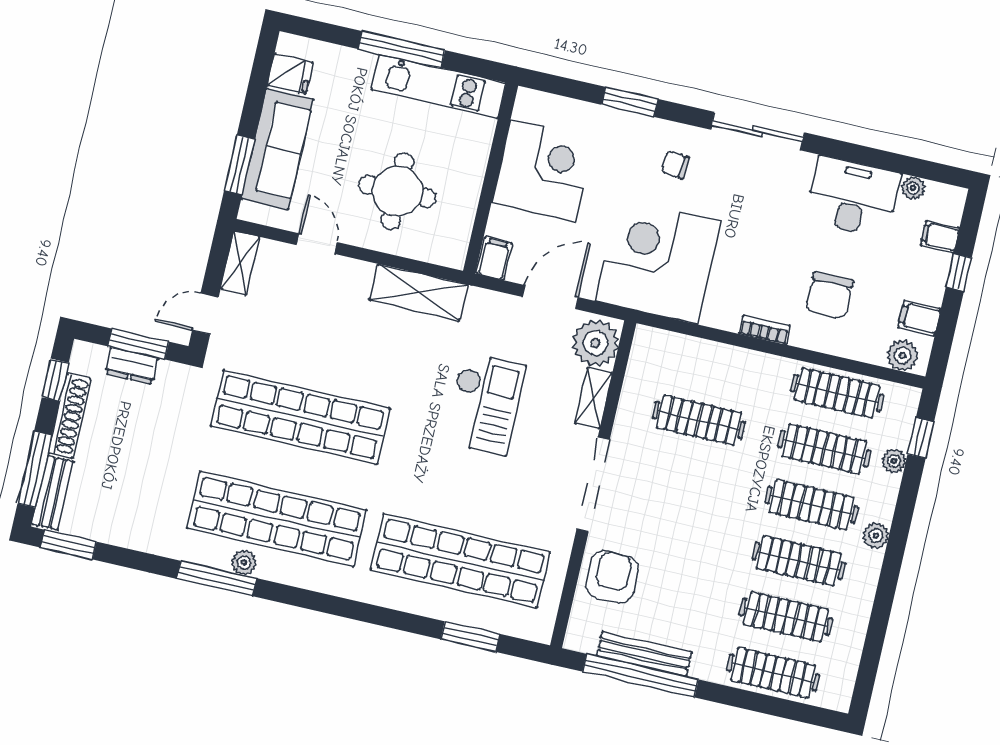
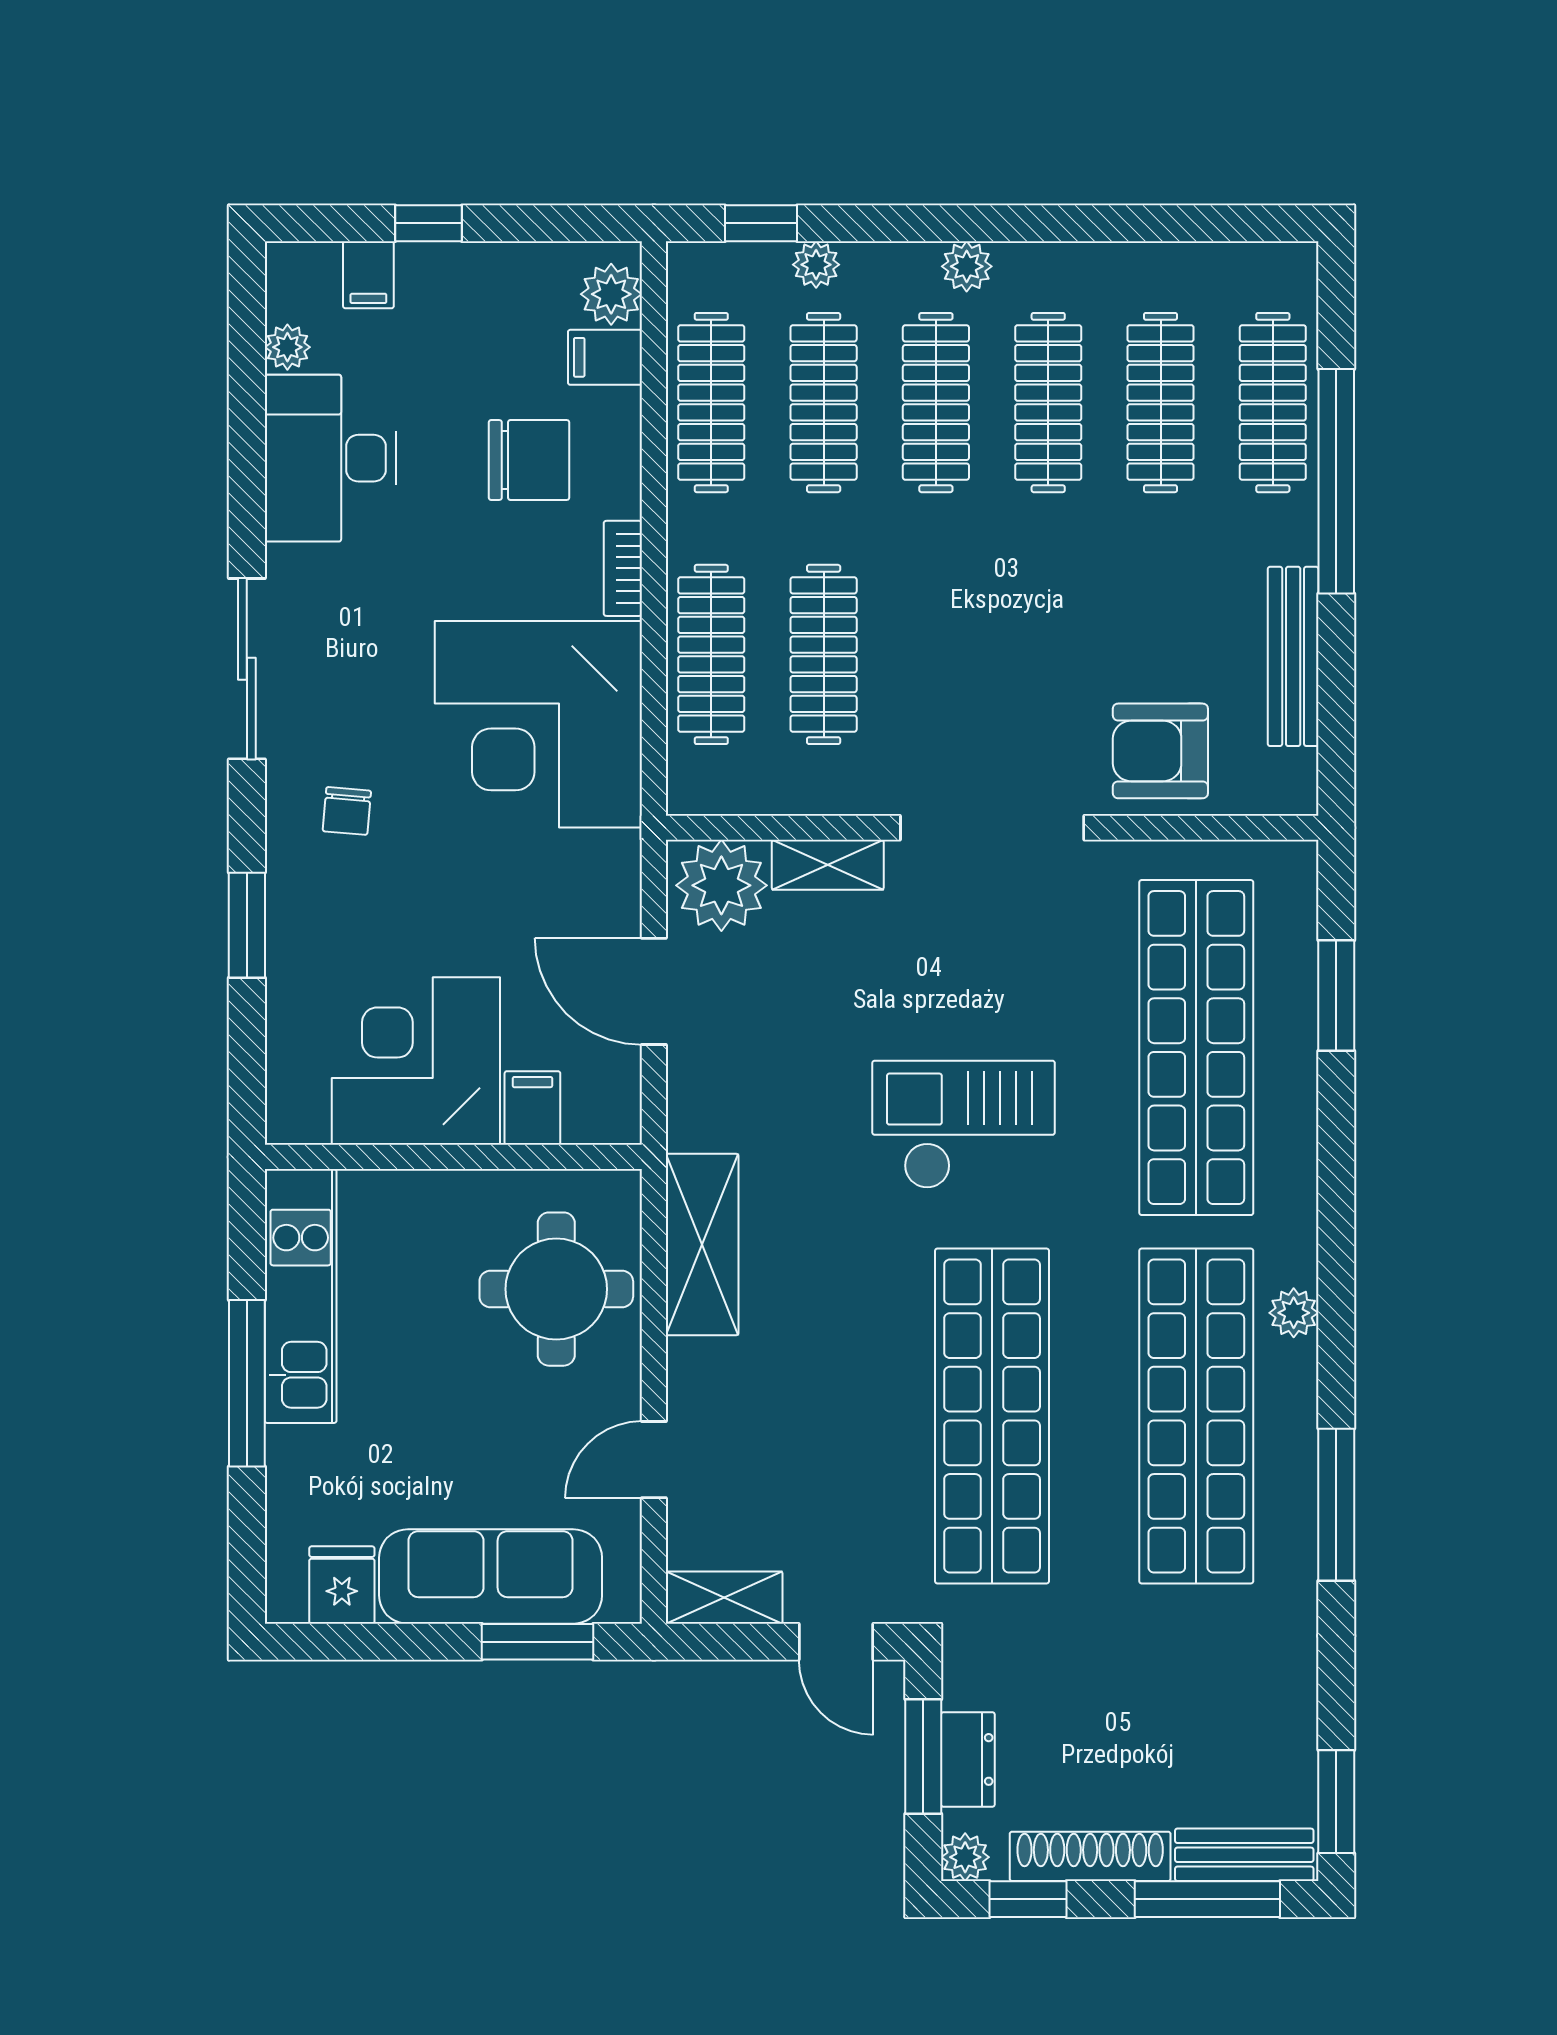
round table: (397, 191) -> (556, 1289), moved
filing cabinet: (494, 259) -> (532, 1108), moved, turned 90
corner desk: (658, 261) -> (538, 724), moved
filing cabinet: (920, 318) -> (605, 357), moved, turned 90
plant: (83, 353) -> (965, 1857), added
clothes rail: (712, 364) -> (711, 654), added
checkout: (485, 404) -> (964, 1125), moved
plant: (244, 562) -> (1294, 1313), moved
window: (640, 676) -> (1336, 481), moved

